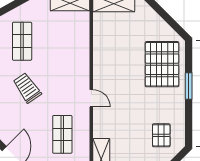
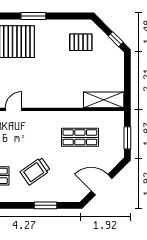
door: (91, 98) -> (14, 109), moved

